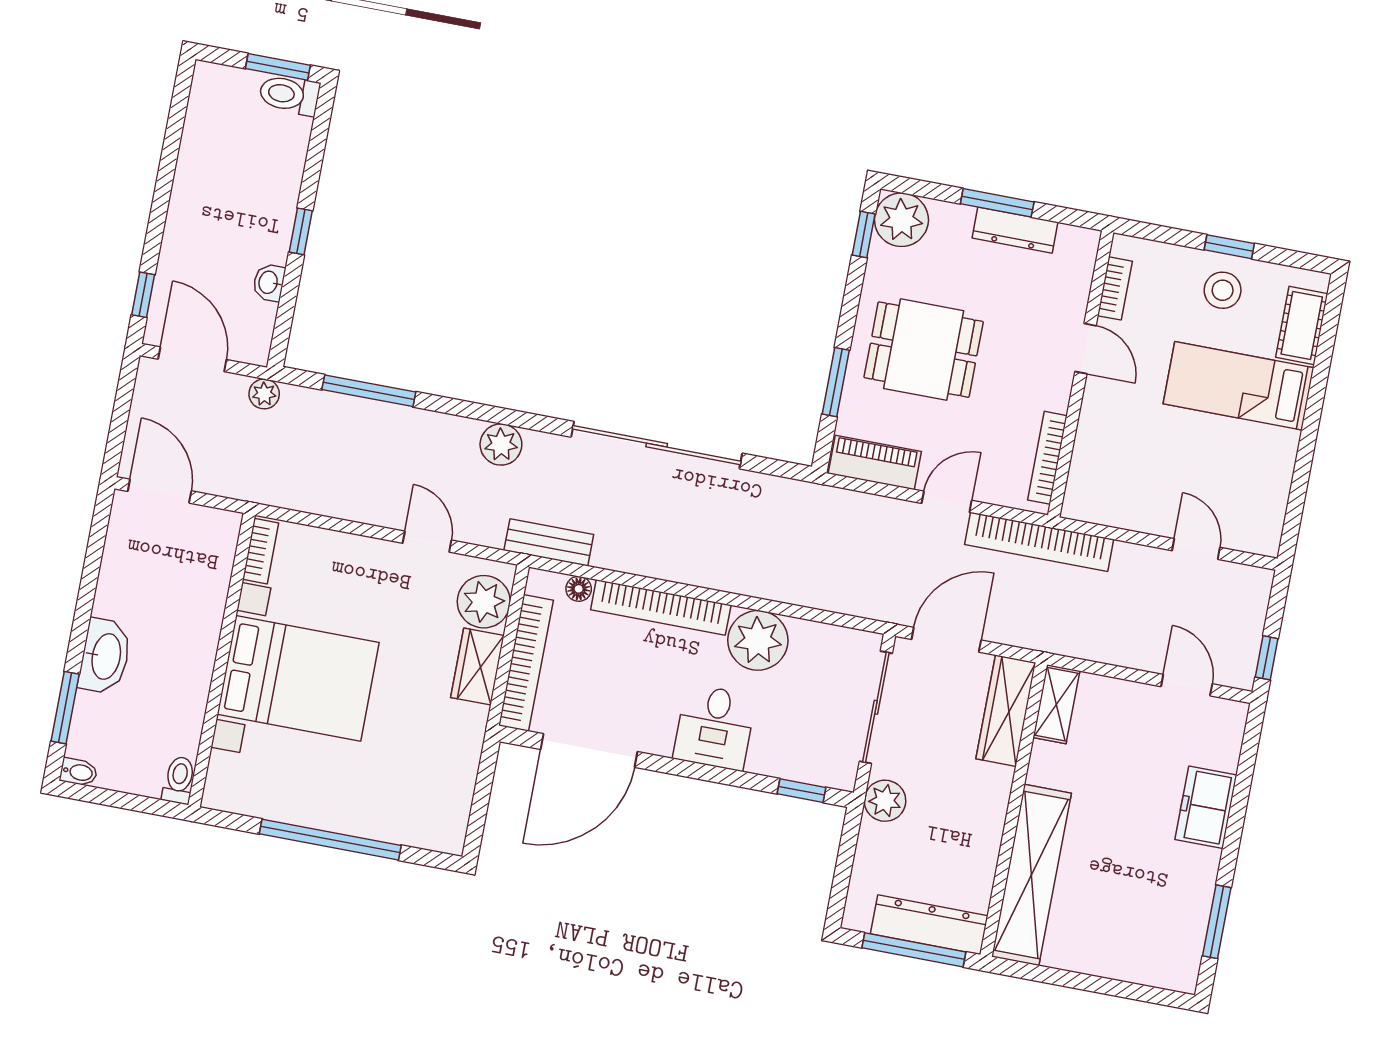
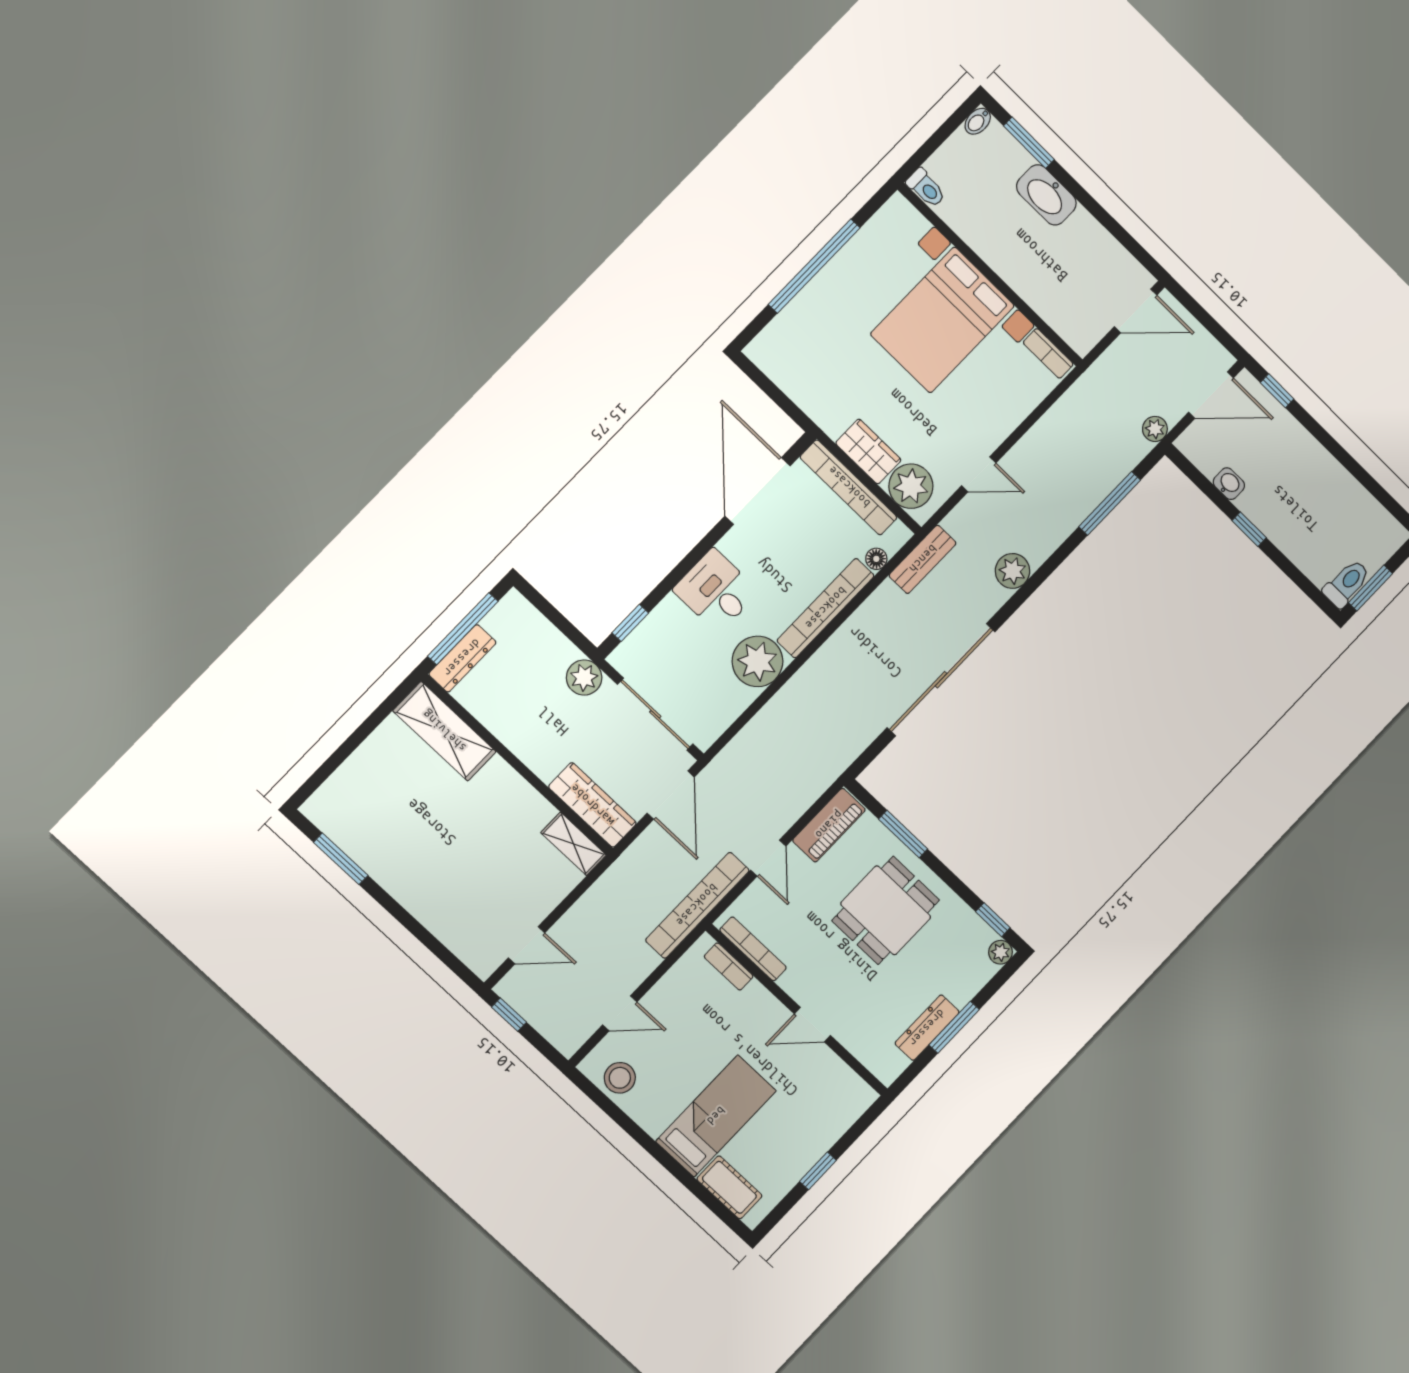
plant: (901, 220) -> (1000, 952), width x0.53, depth x0.53
bookcase: (1115, 288) -> (729, 966), moved
stool: (1223, 290) -> (620, 1078), moved
freezer: (1206, 807) -> (429, 903), removed
shelving: (1031, 875) -> (444, 731), width x0.68
dresser: (929, 925) -> (462, 658), width x0.73, depth x0.80

